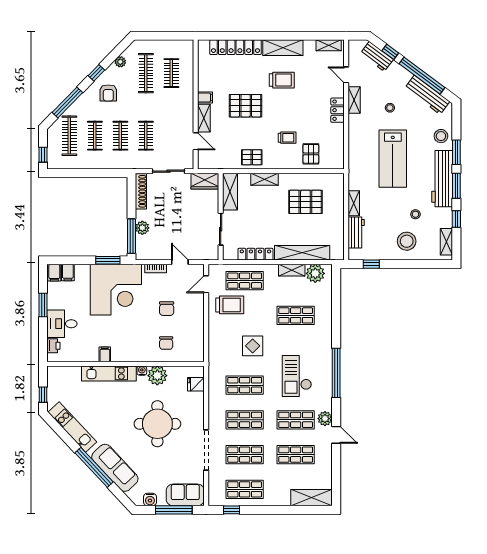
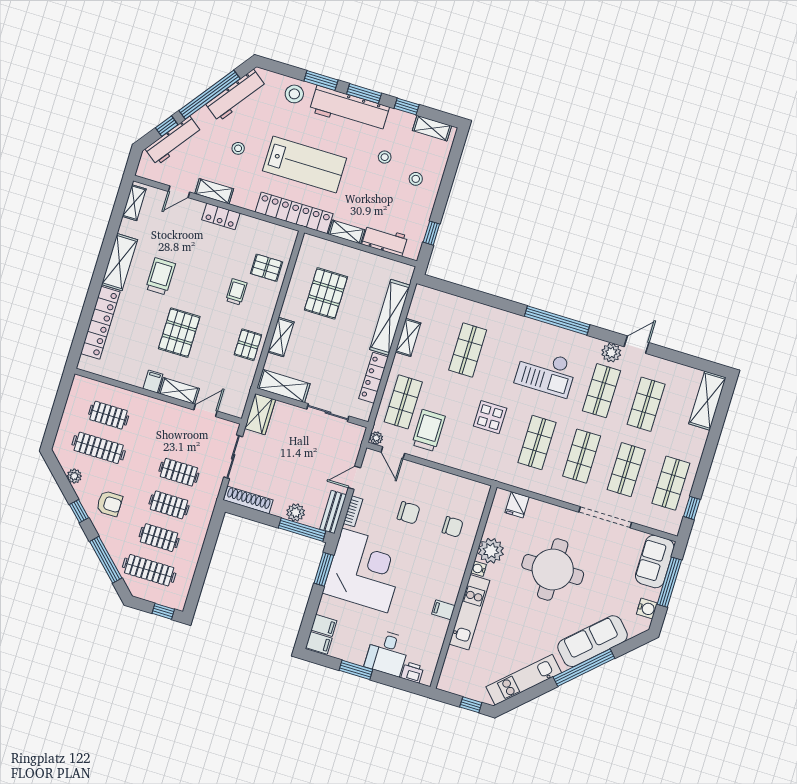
workbench: (377, 56) -> (173, 141), width x1.38
locker: (356, 162) -> (294, 213), added
stool: (407, 241) -> (416, 179), width x0.53, depth x0.53
bench: (151, 254) -> (333, 512), added
plant: (315, 273) -> (376, 438), moved, width x0.53, depth x0.53

